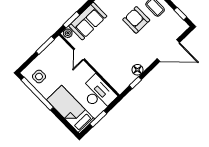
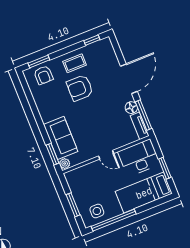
window: (45, 45) -> (73, 205), moved
door: (168, 51) -> (129, 79), moved
door: (79, 54) -> (106, 155), moved
tv unit: (125, 83) -> (140, 126), added
window: (135, 83) -> (144, 115), width x2.17

